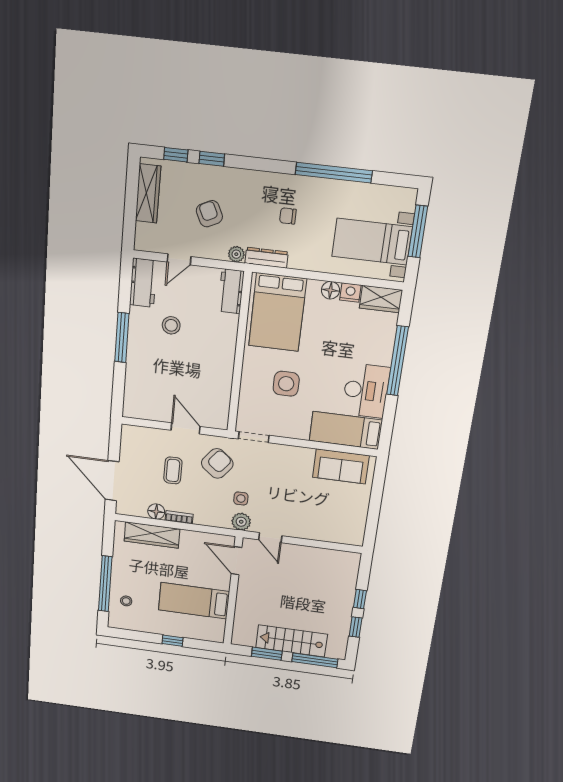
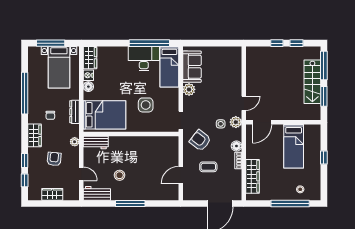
wardrobe: (255, 182) -> (34, 135), added
wardrobe: (148, 193) -> (52, 194), width x0.67
armchair: (209, 214) -> (54, 159), turned 122
dresser: (267, 258) -> (75, 112), moved
window: (397, 361) -> (149, 43), moved
door: (186, 428) -> (181, 175), moved
plant: (303, 457) -> (189, 89), added
floor lamp: (156, 512) -> (236, 146), moved

